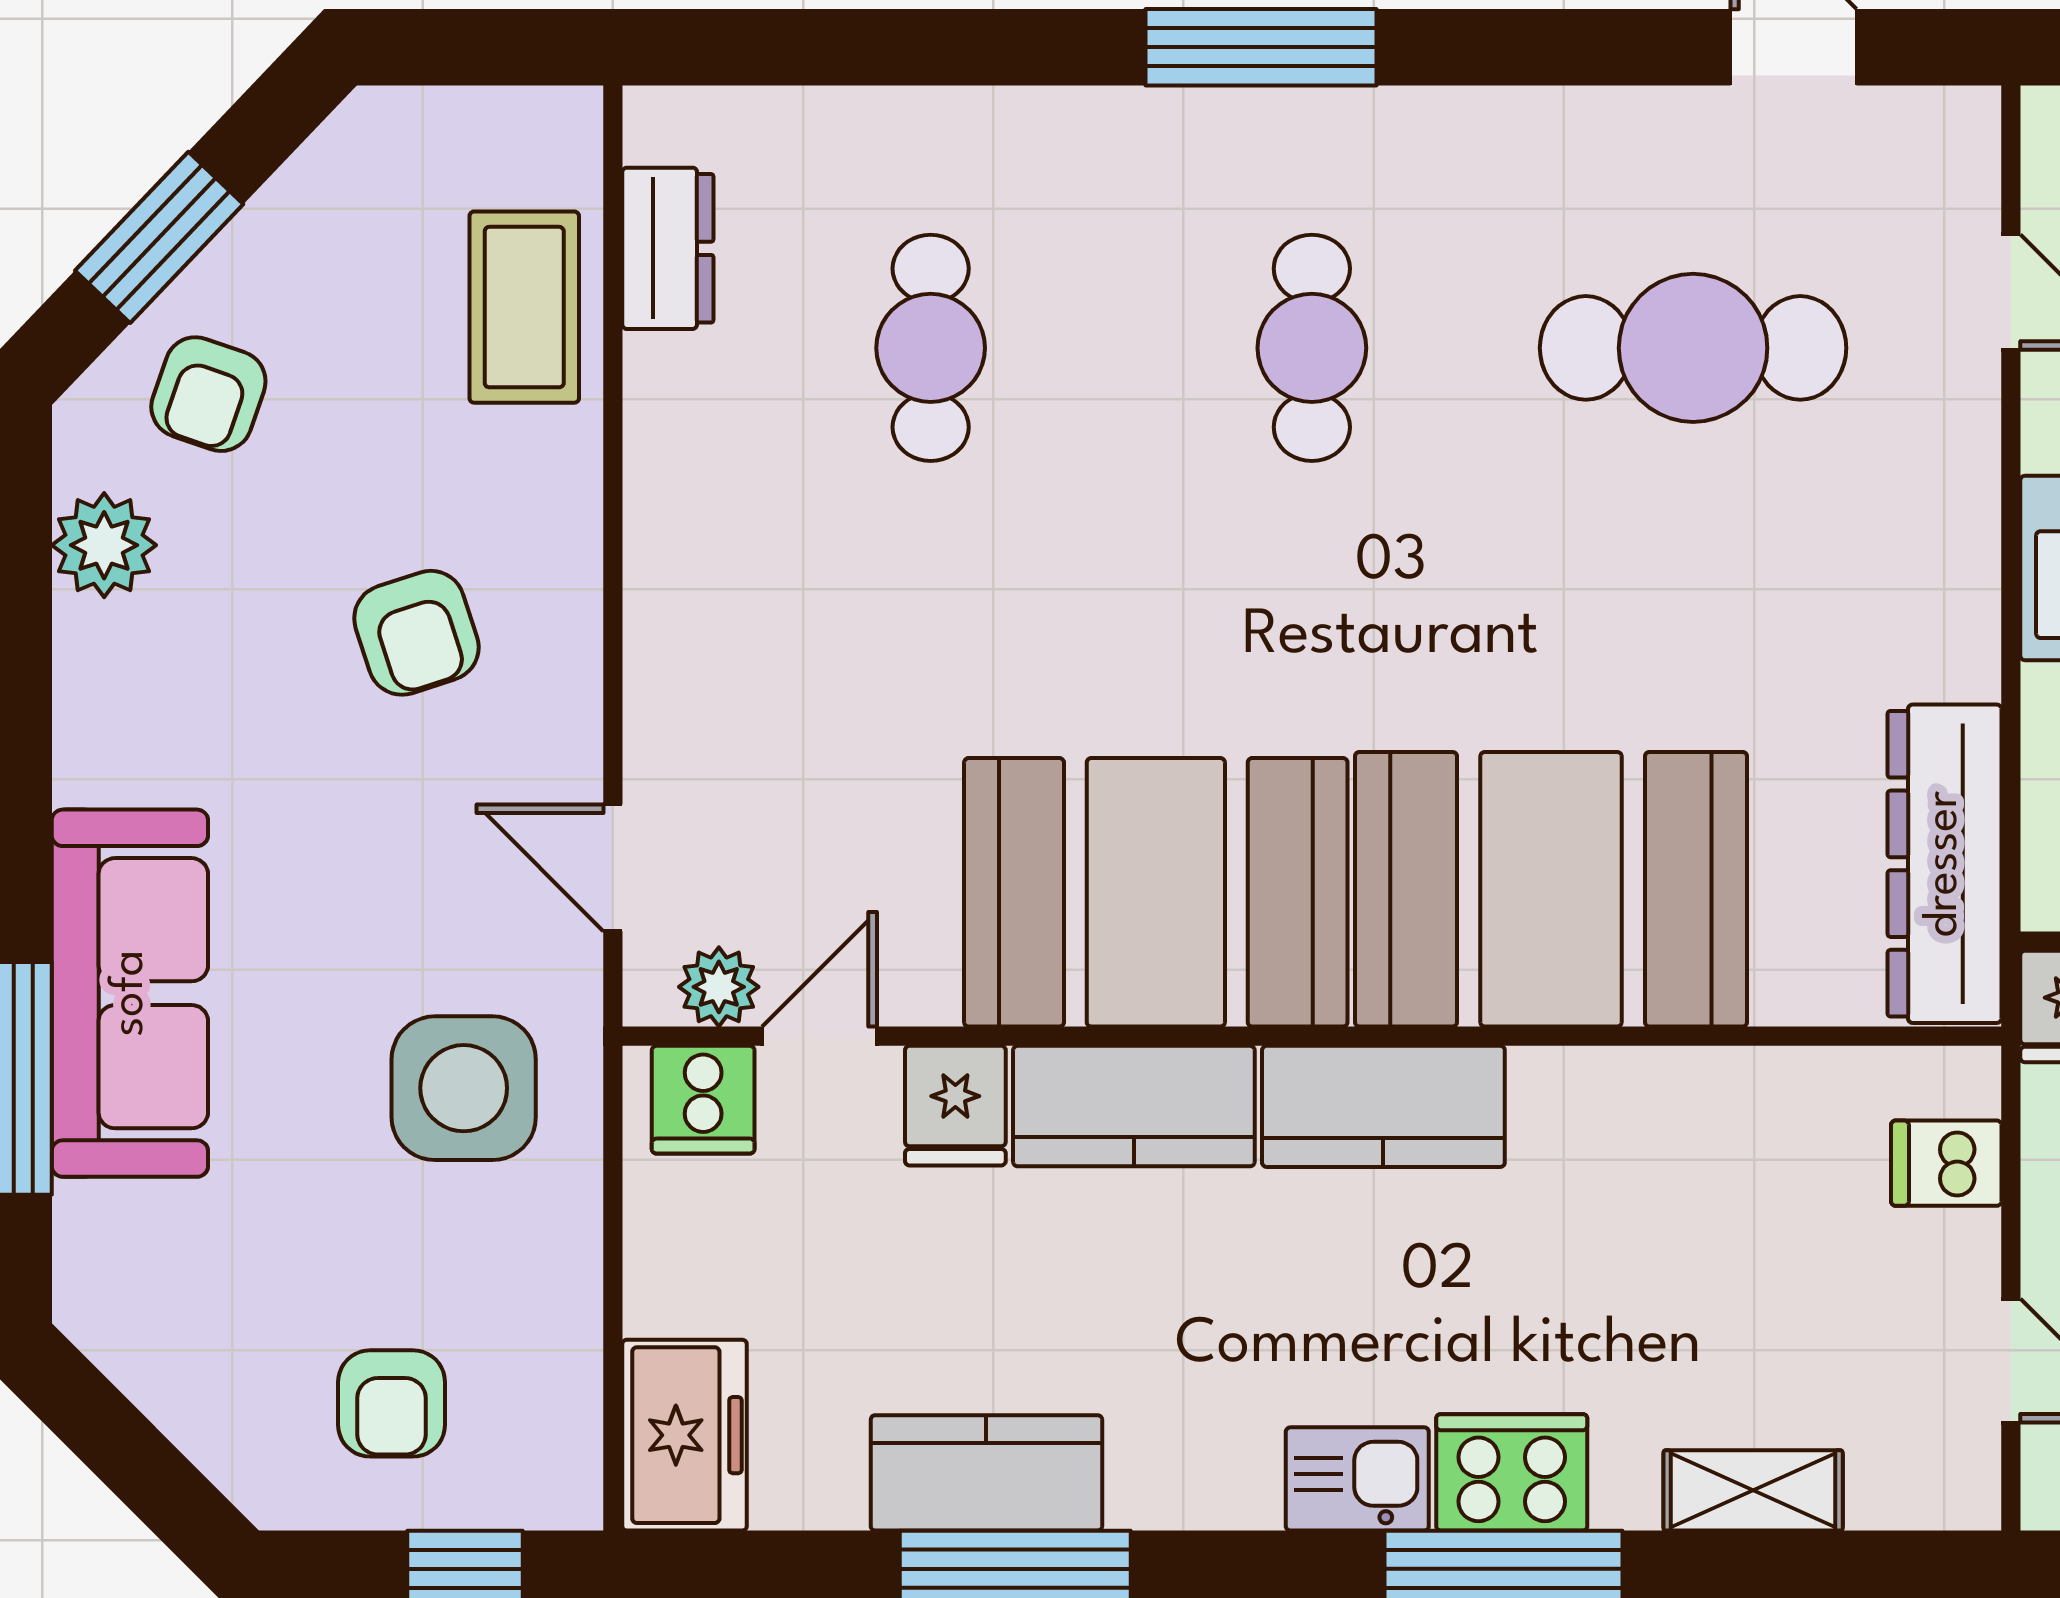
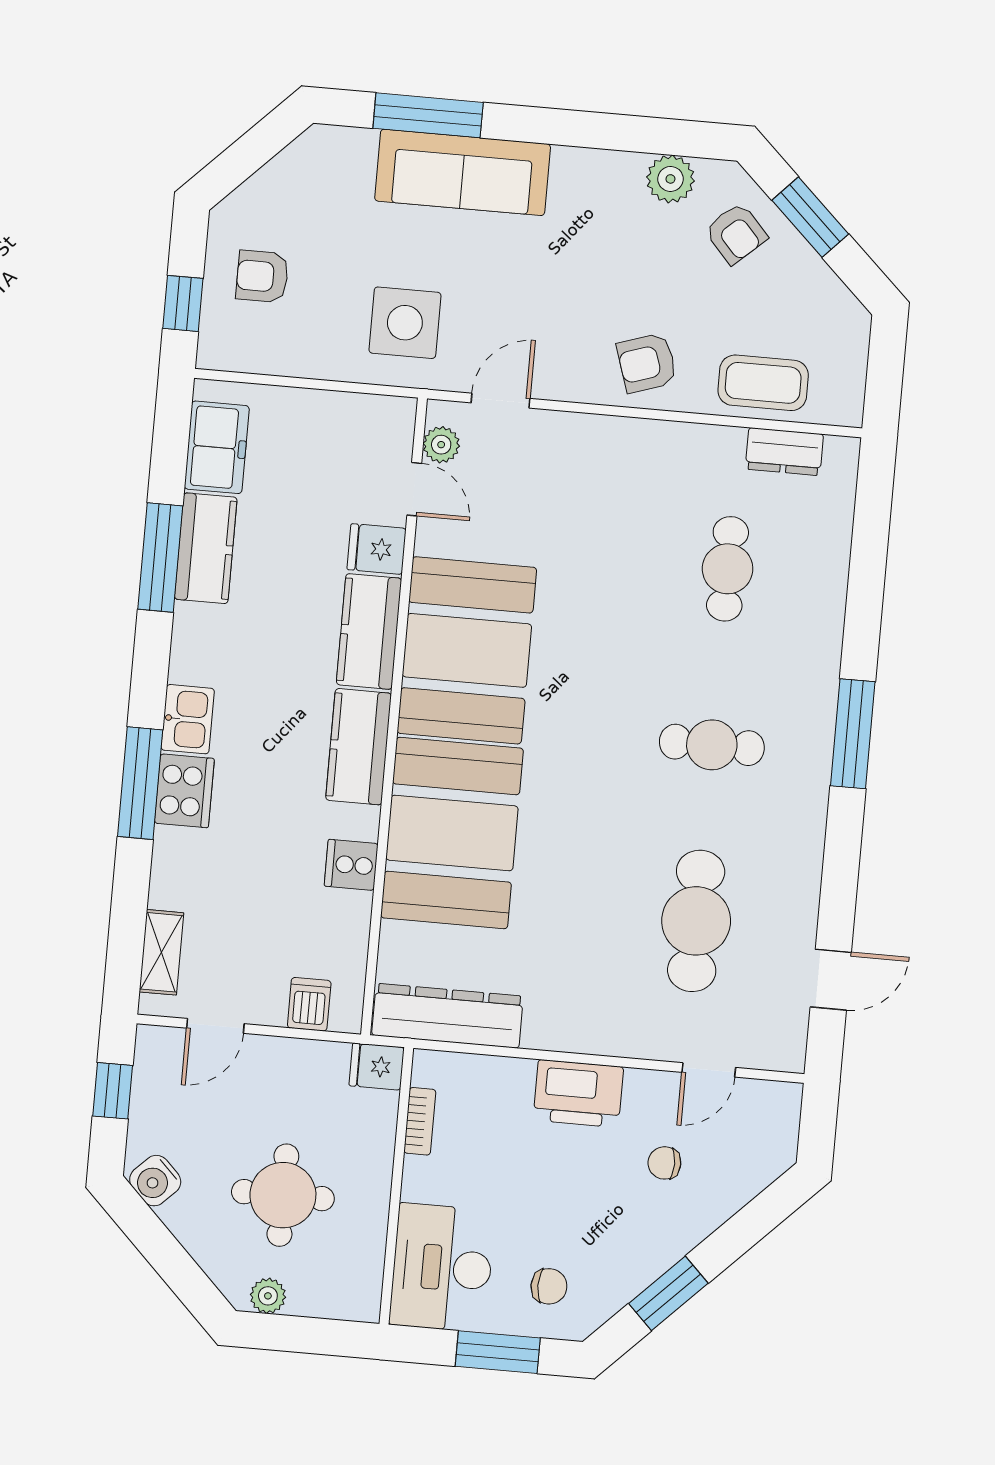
cafe table: (931, 348) -> (728, 569), turned 90
armchair: (208, 394) -> (736, 233), turned -151
armchair: (416, 633) -> (647, 363), moved
cooker: (703, 1100) -> (351, 865), moved
freezer: (685, 1435) -> (217, 447), moved, turned -90
shelving: (1753, 1490) -> (161, 952), moved

